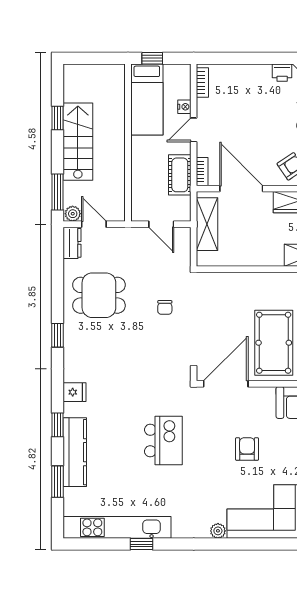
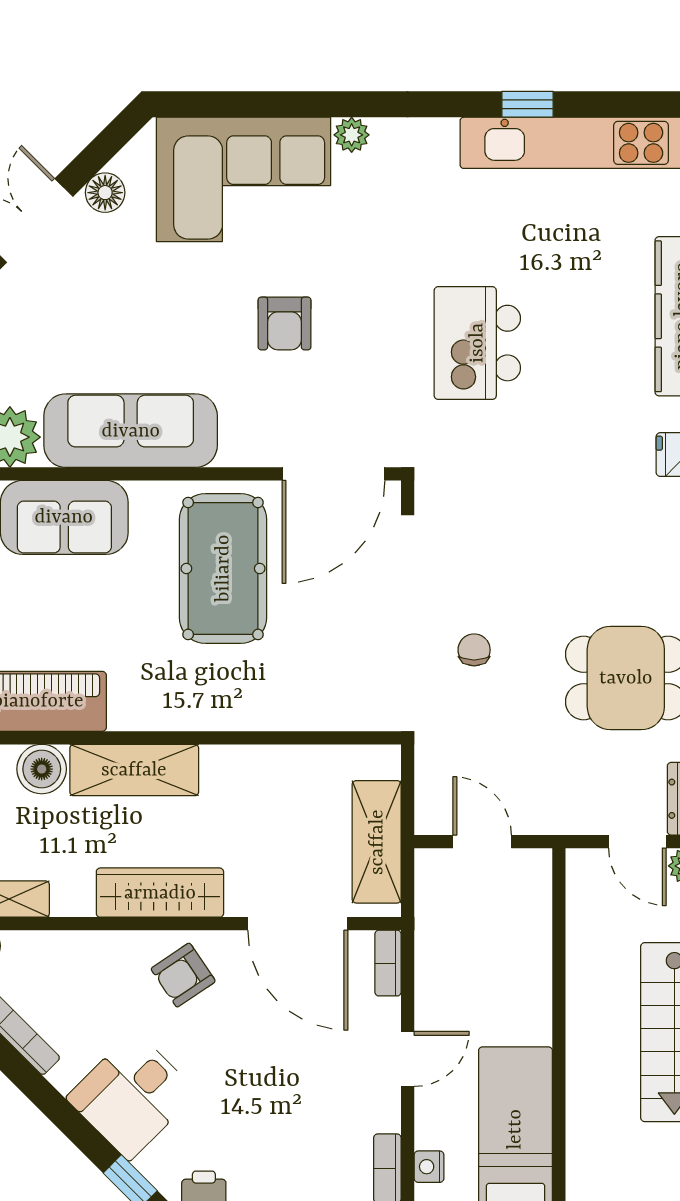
nightstand: (184, 107) -> (429, 1167), moved
cot: (180, 175) -> (440, 955), removed

